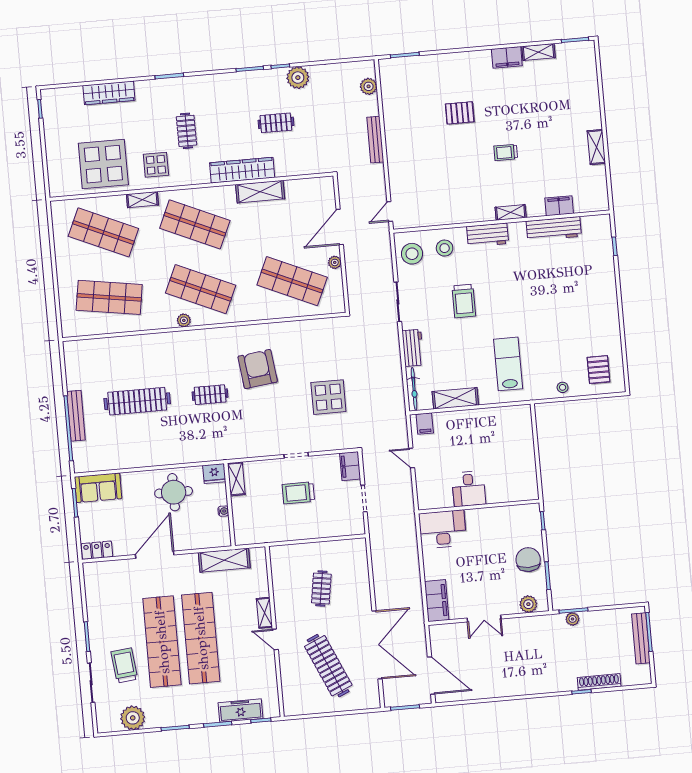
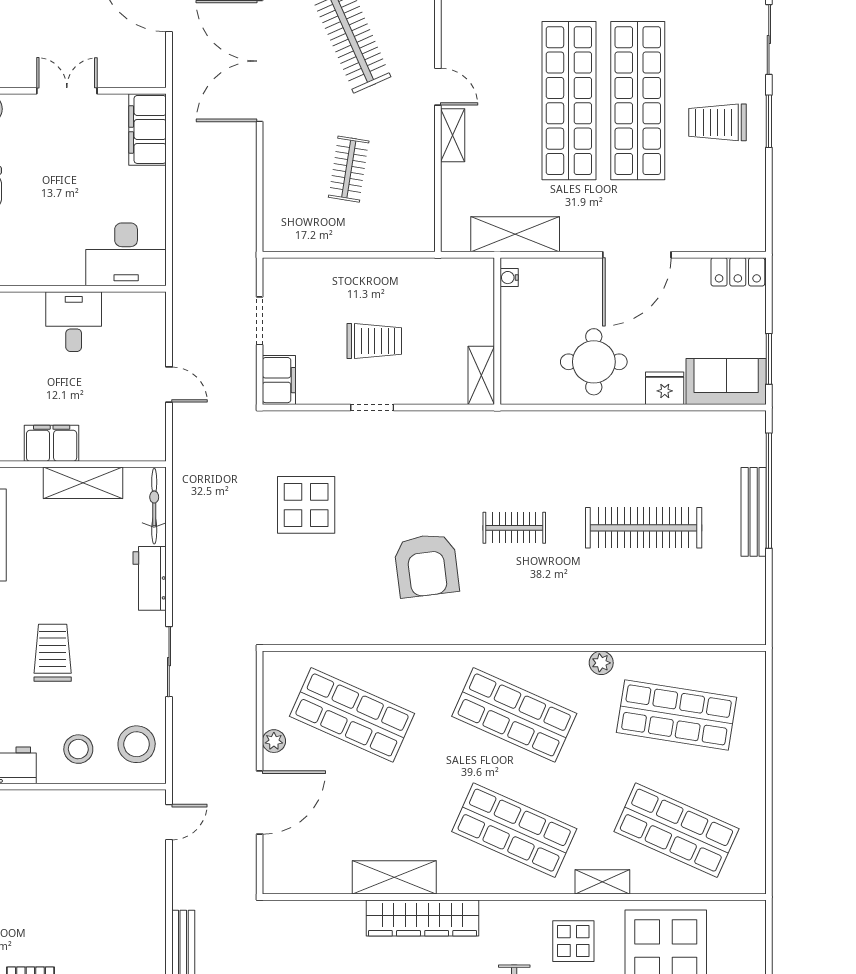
plant: (184, 320) -> (601, 663), moved
filing cabinet: (425, 424) -> (52, 443), moved, width x2.00
fridge: (214, 474) -> (665, 388), moved
water cooler: (223, 511) -> (509, 278), moved
trolley: (124, 665) -> (718, 122), moved, turned 96

